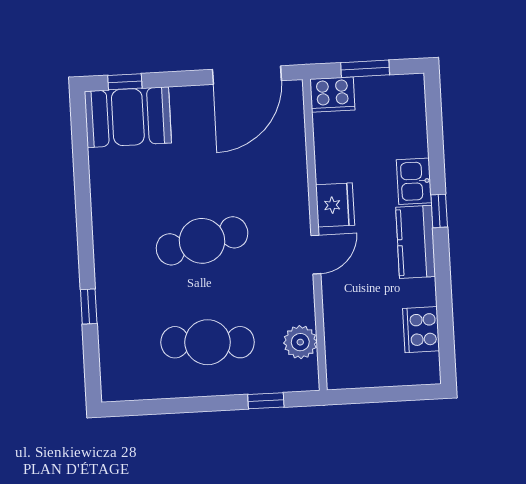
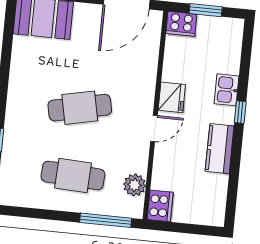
kitchen counter: (416, 242) -> (220, 149), moved
cooker: (421, 330) -> (160, 206), moved, turned 180
window: (266, 401) -> (106, 220), width x2.17

